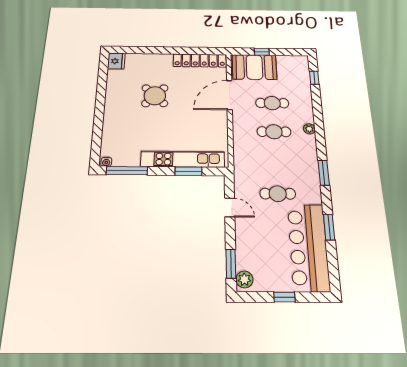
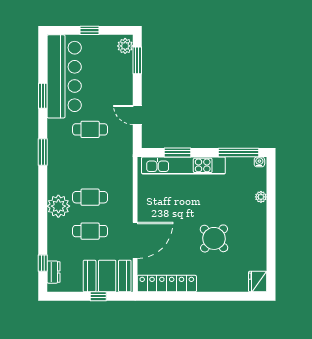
dresser: (304, 71) -> (53, 272), added
plant: (309, 129) -> (58, 206), width x1.88, depth x1.88
plant: (107, 130) -> (261, 197), added

